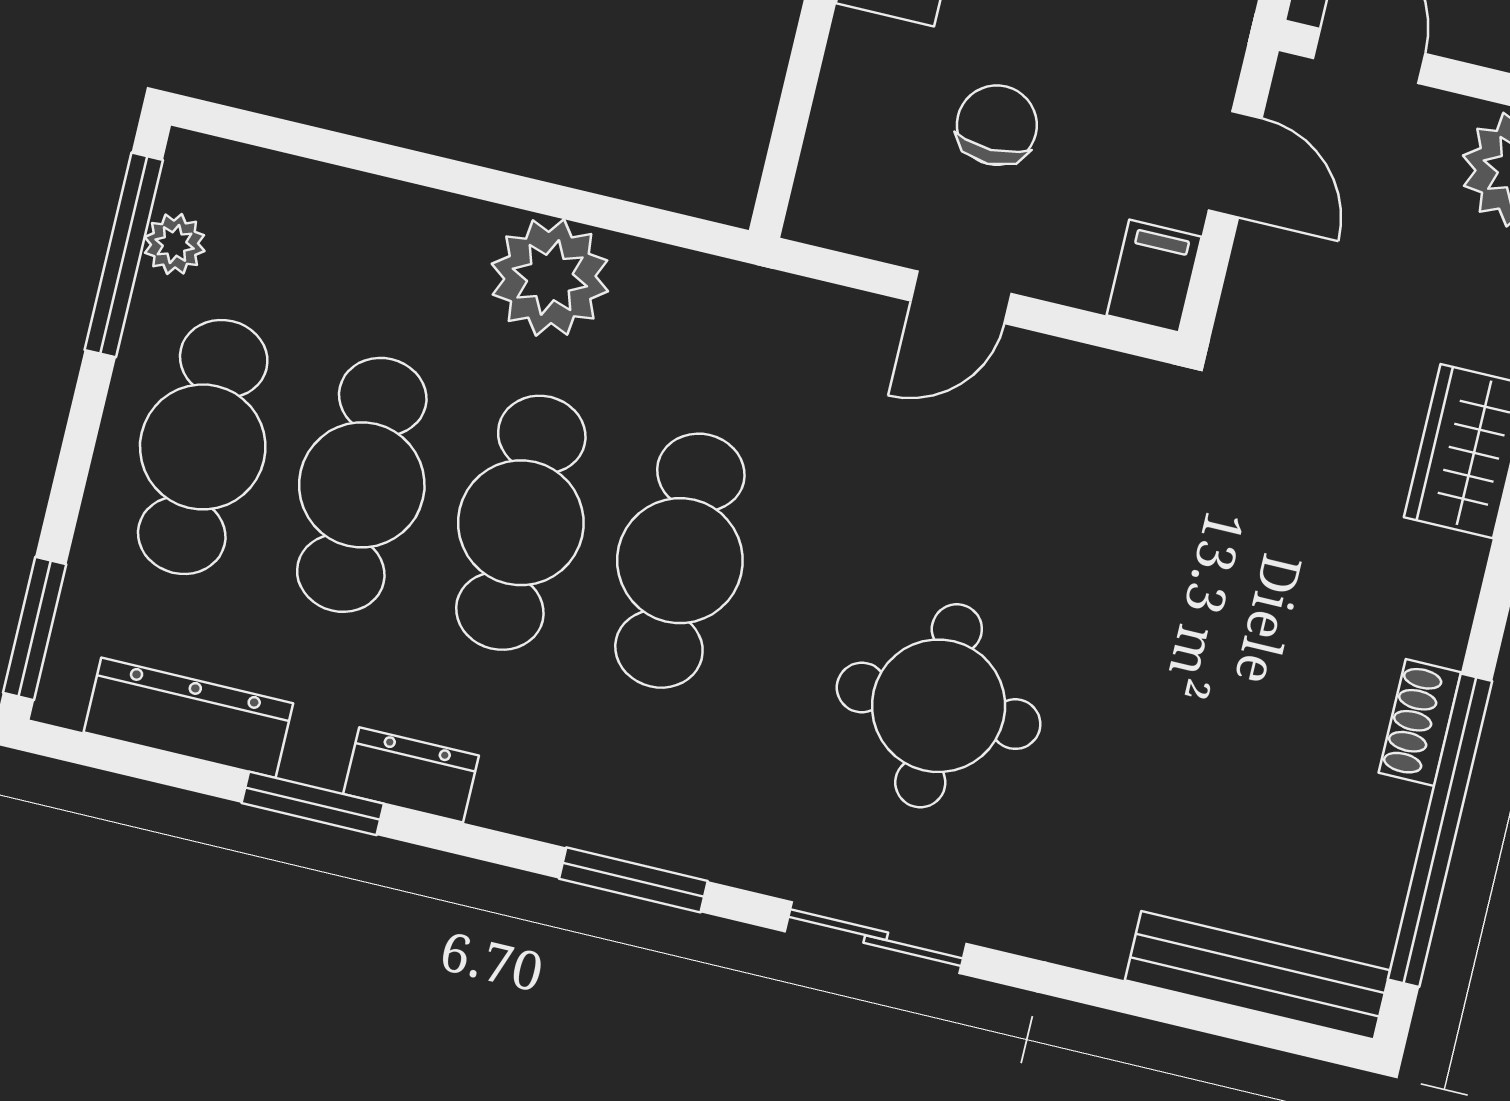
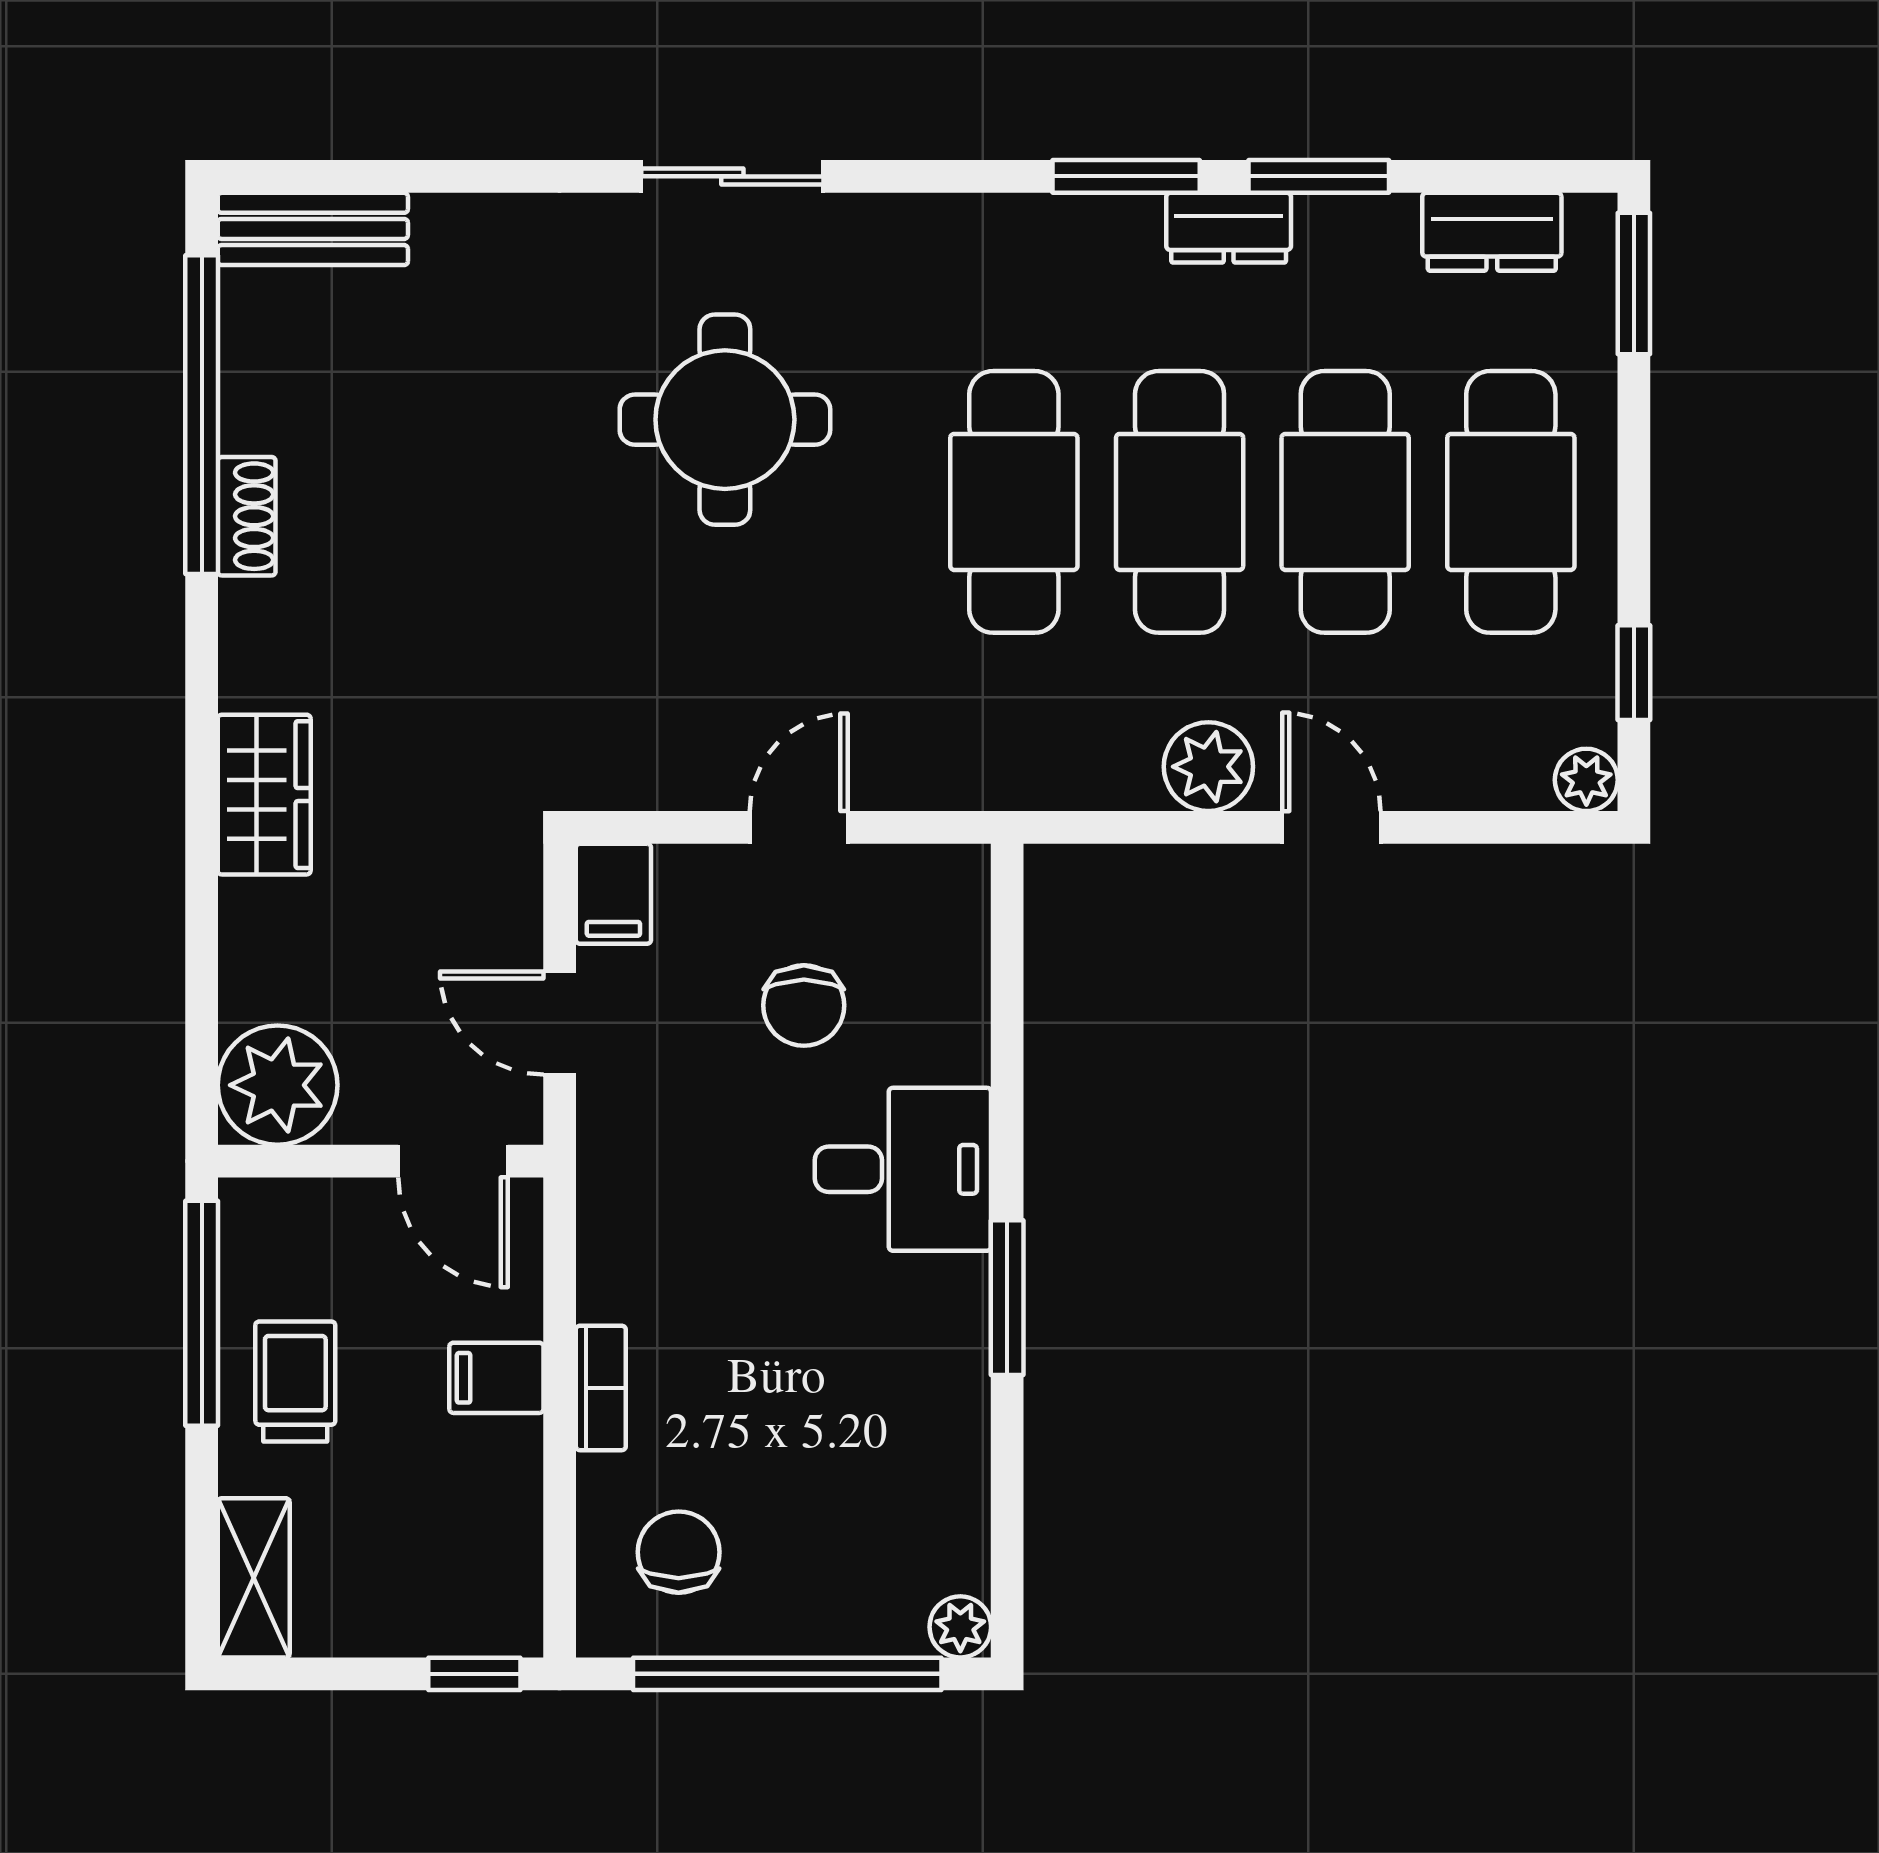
door: (450, 175) -> (1331, 827), added
plant: (175, 244) -> (1586, 780), moved
window: (124, 255) -> (1634, 673), width x0.46
plant: (550, 277) -> (1208, 767), width x0.73, depth x0.73
dresser: (188, 718) -> (1492, 232), width x0.70
window: (633, 880) -> (1126, 176), moved
bench: (1258, 975) -> (313, 229), width x0.73

